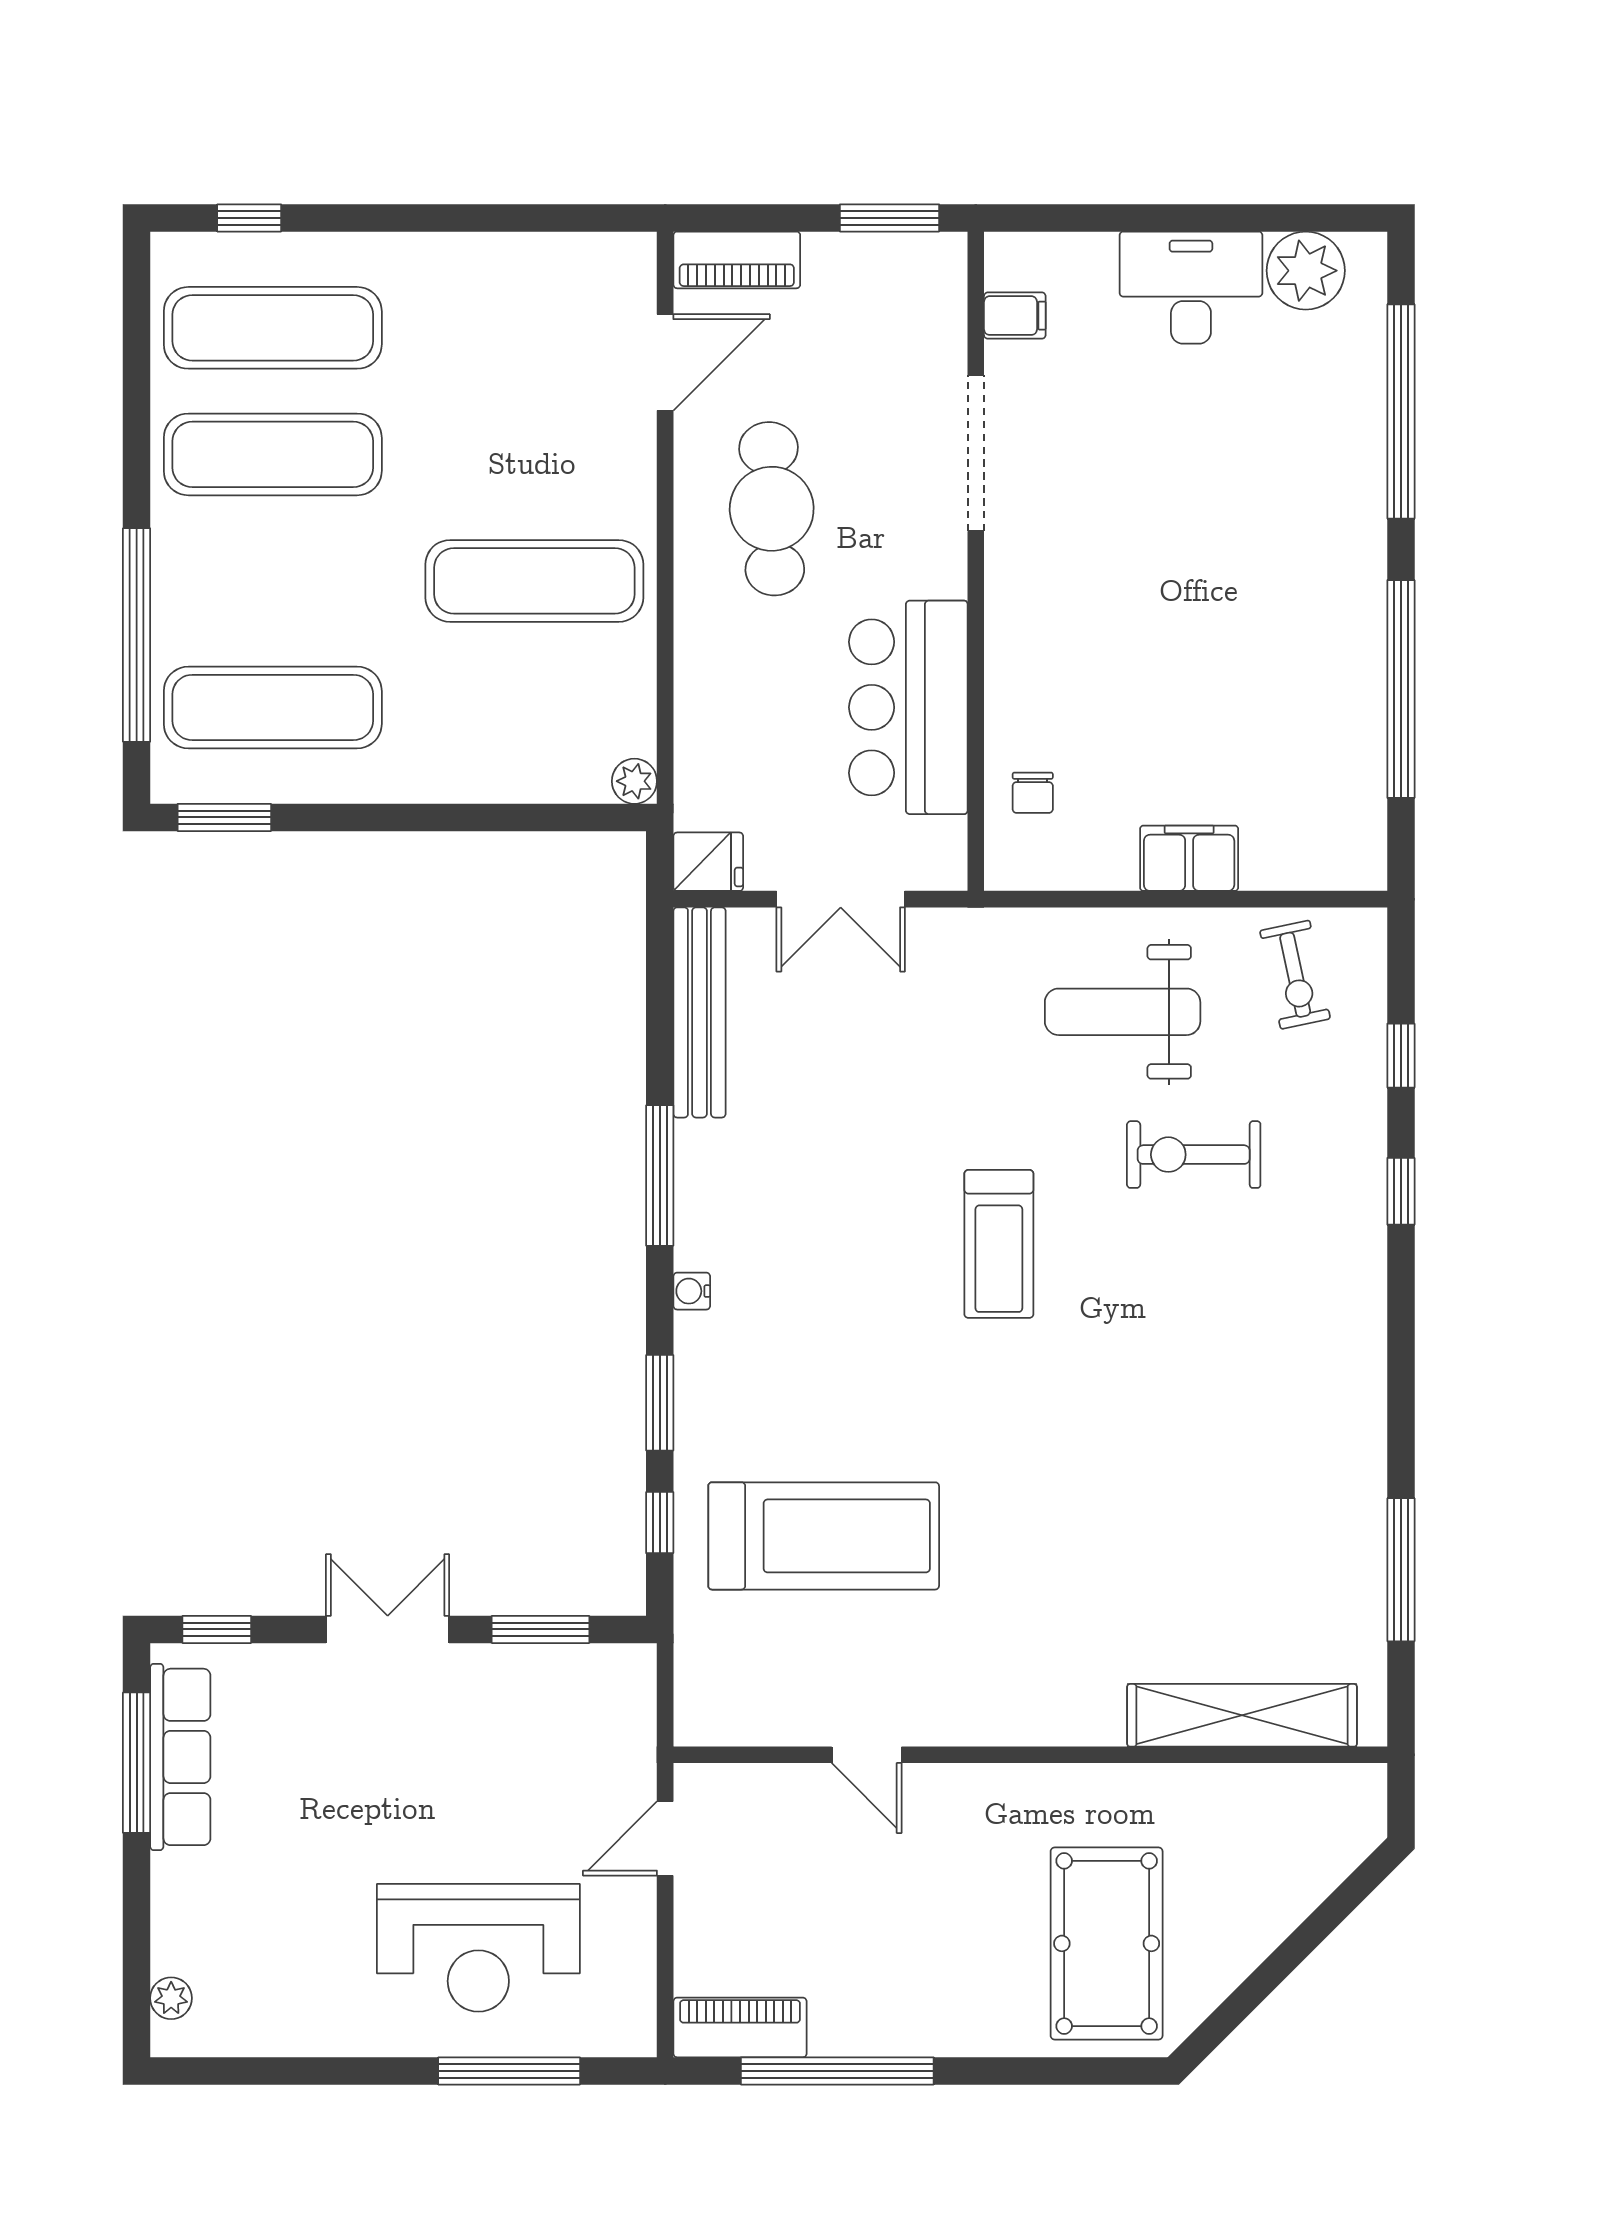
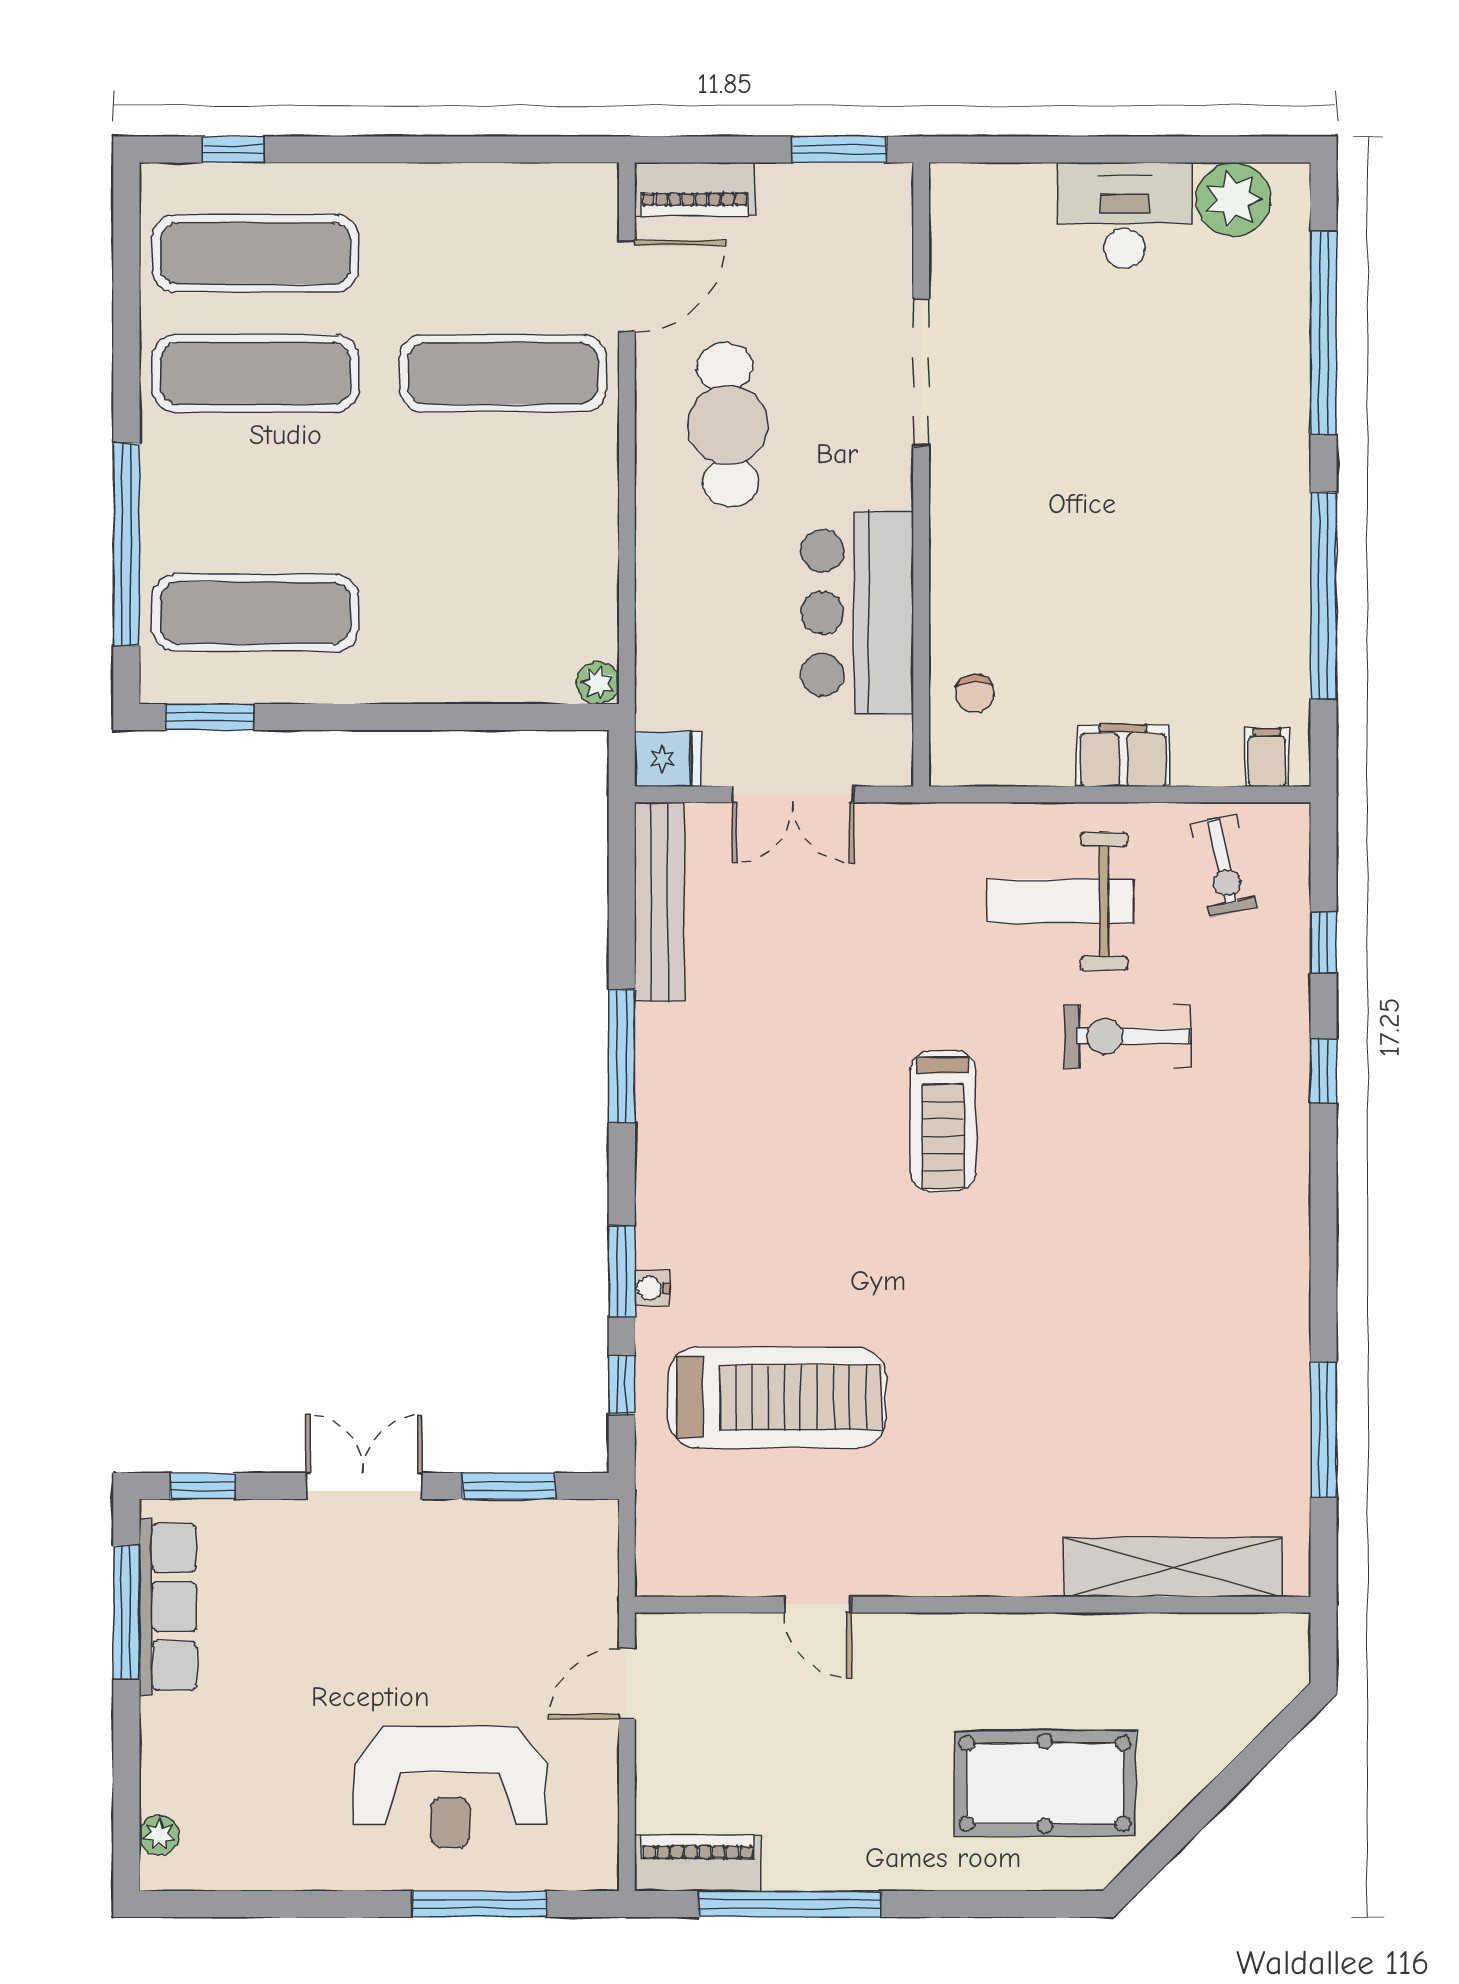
filing cabinet: (1015, 316) -> (1267, 758), moved, turned -90
exercise mat: (534, 581) -> (503, 373), moved
water cooler: (692, 1291) -> (652, 1288), moved
pool table: (1107, 1943) -> (1045, 1783), turned 90

